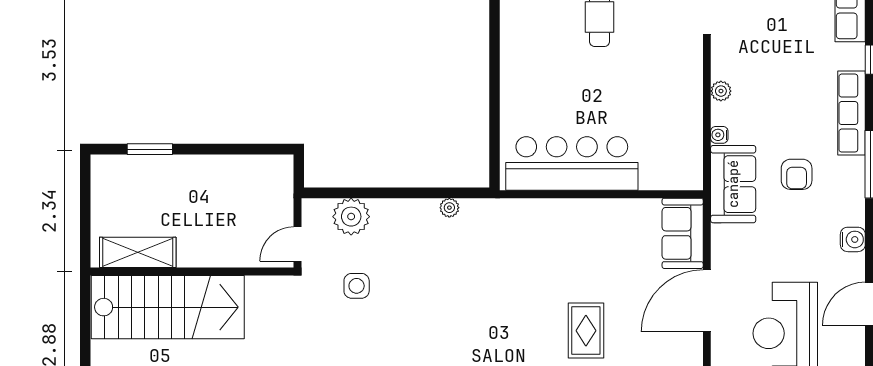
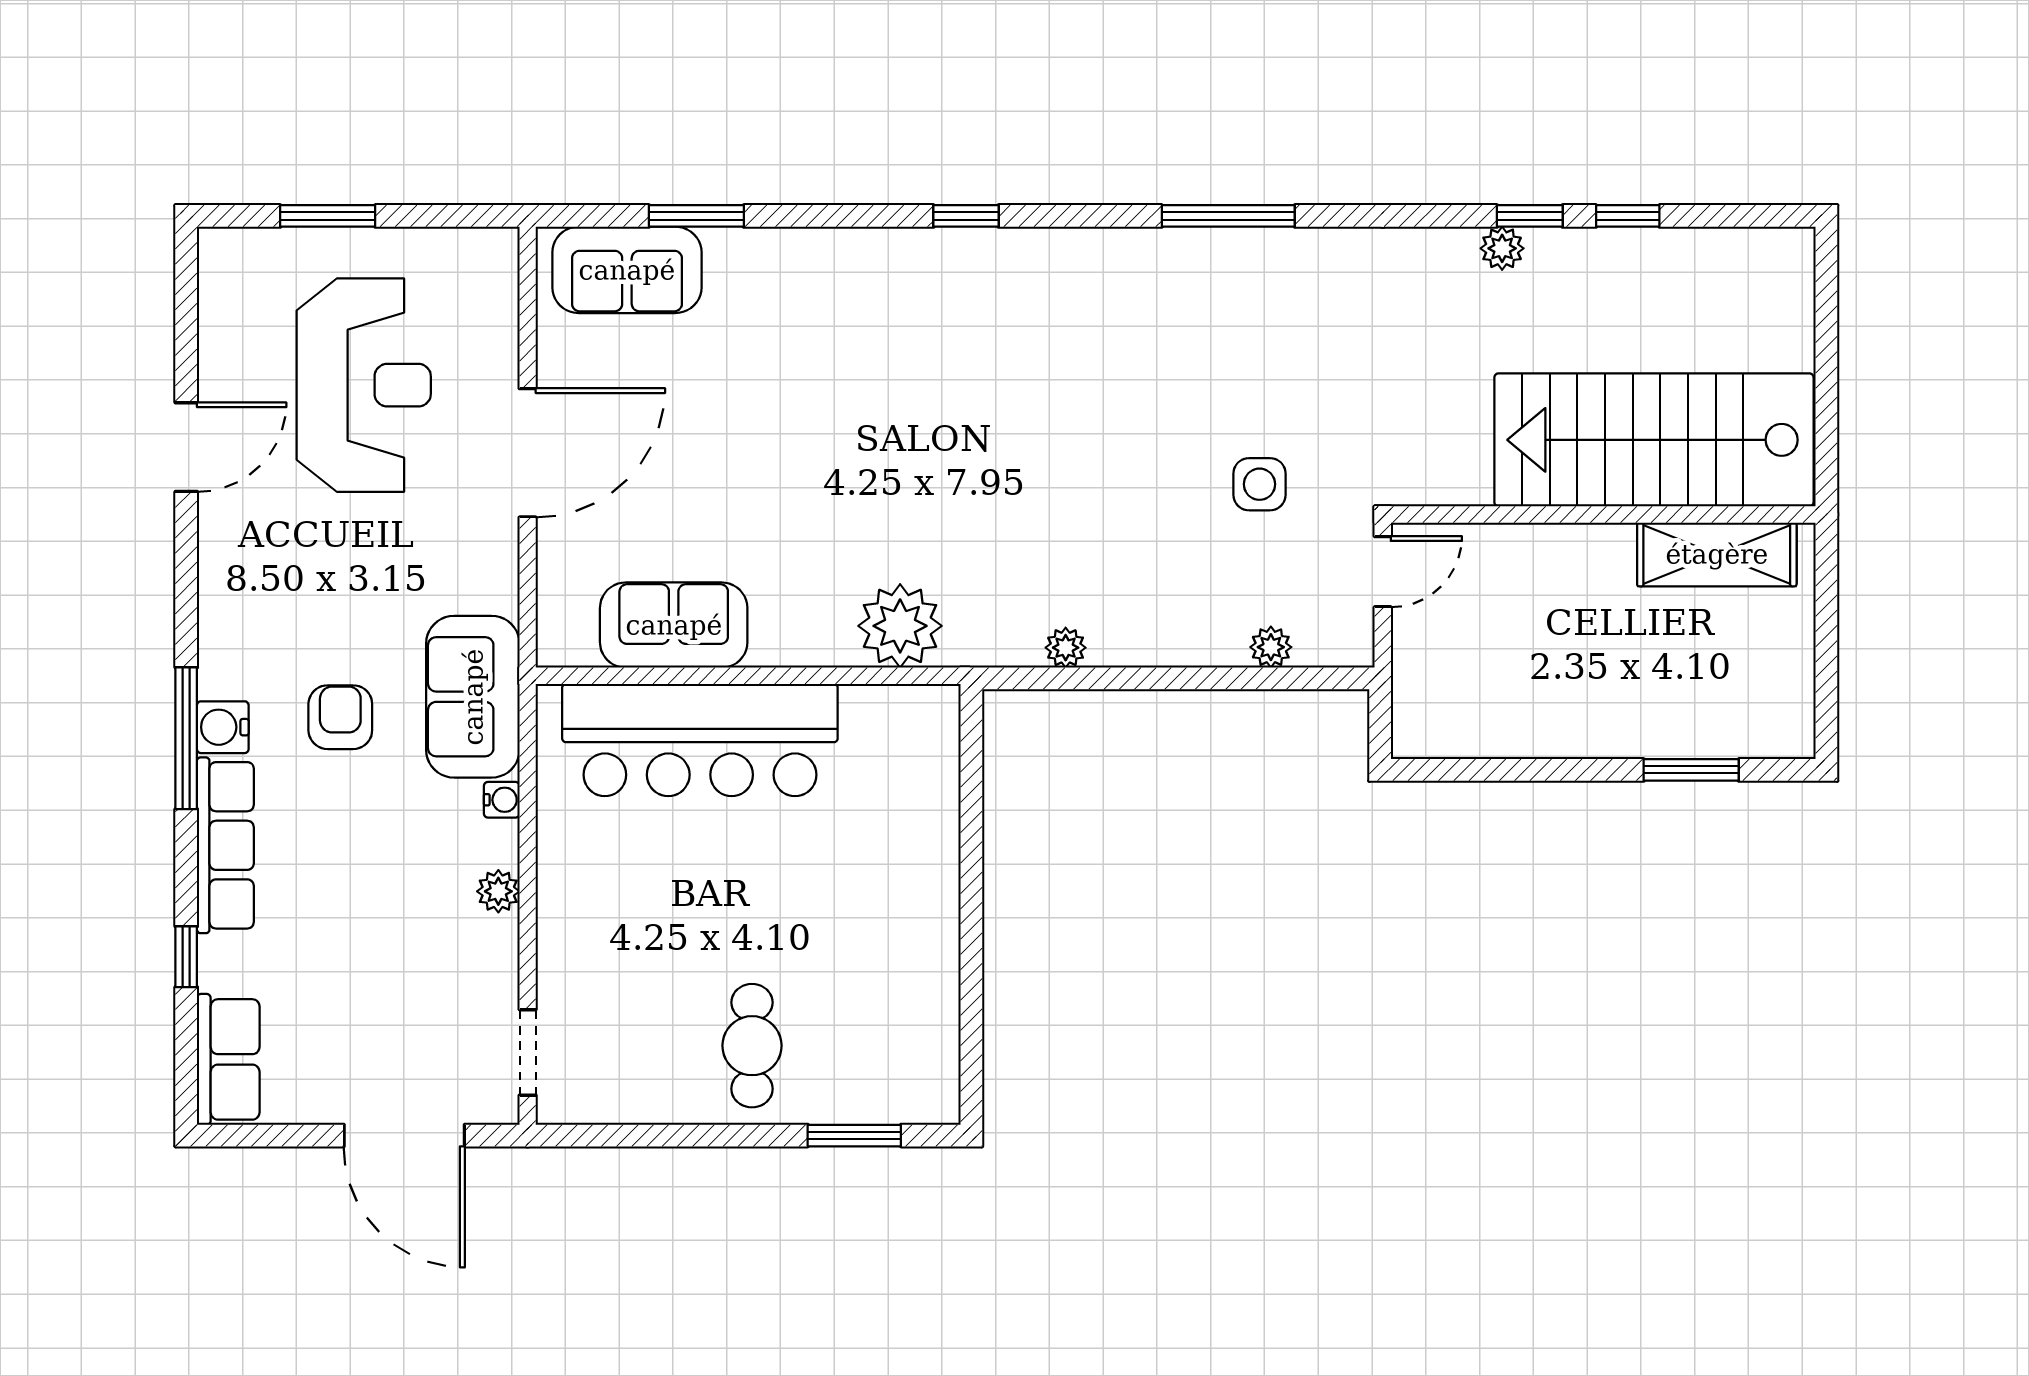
bar counter: (572, 163) -> (700, 740), moved
plant: (351, 217) -> (1271, 647), width x0.53, depth x0.53
plant: (529, 218) -> (900, 626), added
sofa: (683, 233) -> (674, 625), moved, turned -90
water cooler: (853, 239) -> (223, 727), moved
rug: (586, 331) -> (780, 391), removed

